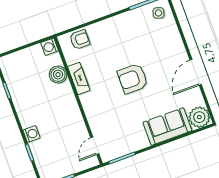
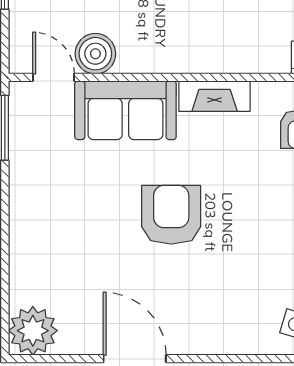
boiler: (58, 75) -> (95, 54), moved
sofa: (167, 127) -> (125, 110), moved, turned 90

